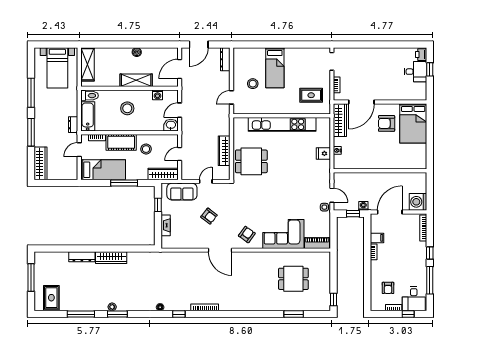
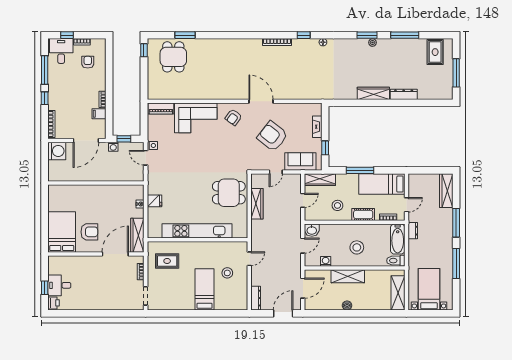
cot: (121, 142) -> (363, 214), width x0.73, depth x0.75
armchair: (209, 216) -> (272, 136), width x1.88, depth x1.88
dining table: (293, 279) -> (173, 57), moved, turned 90

